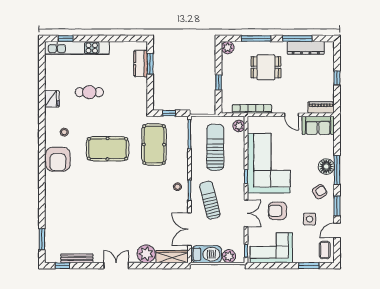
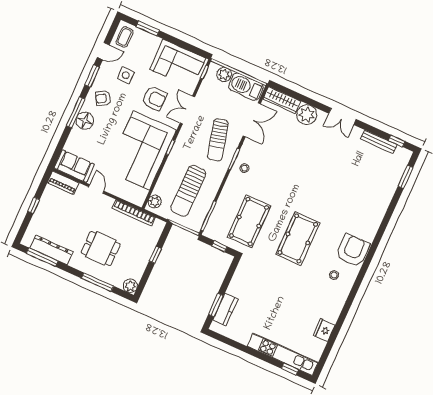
window: (297, 38) -> (42, 257), moved
cafe table: (89, 92) -> (290, 304), removed
fridge: (52, 99) -> (324, 330), moved
pool table: (108, 149) -> (298, 238), turned 90

